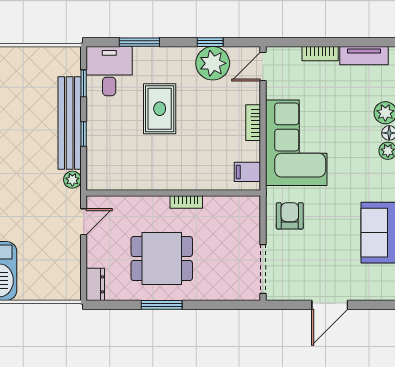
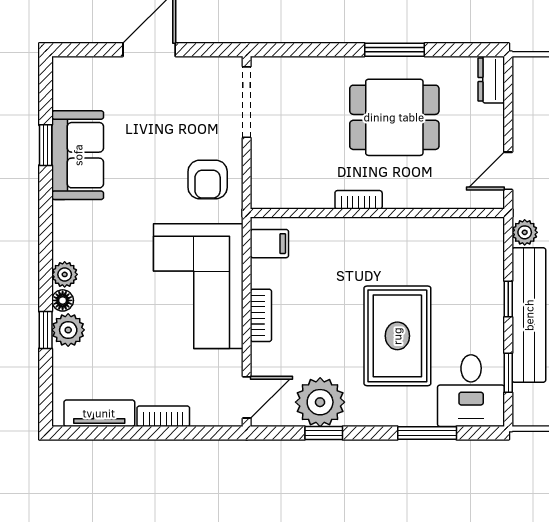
rug: (160, 109) -> (397, 336), width x1.36, depth x1.43

